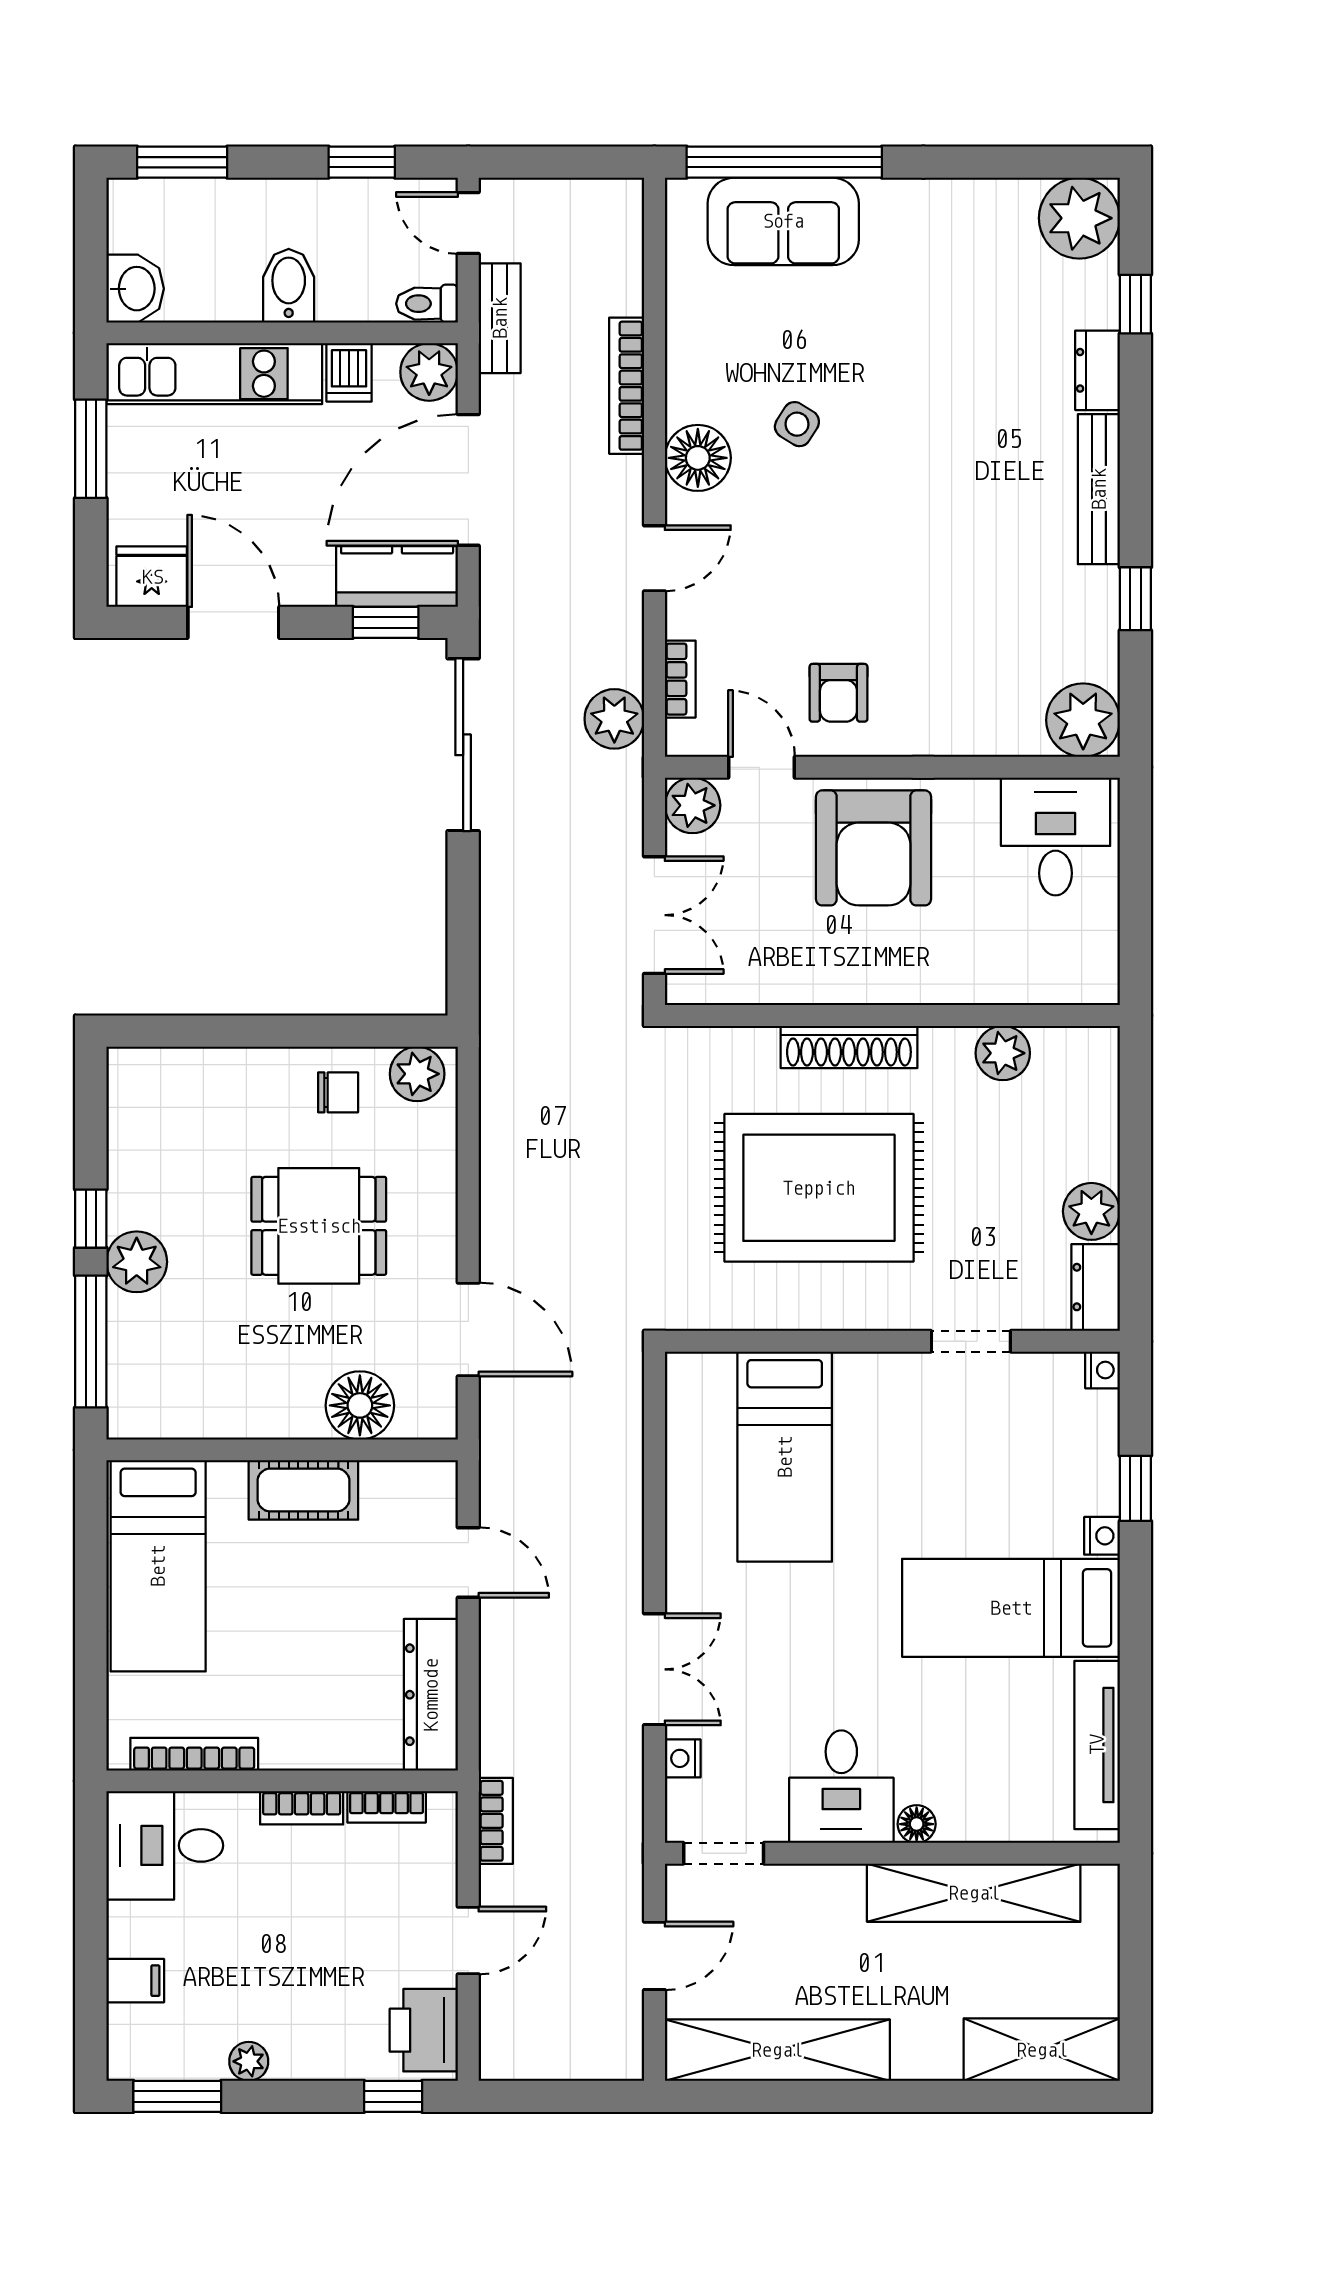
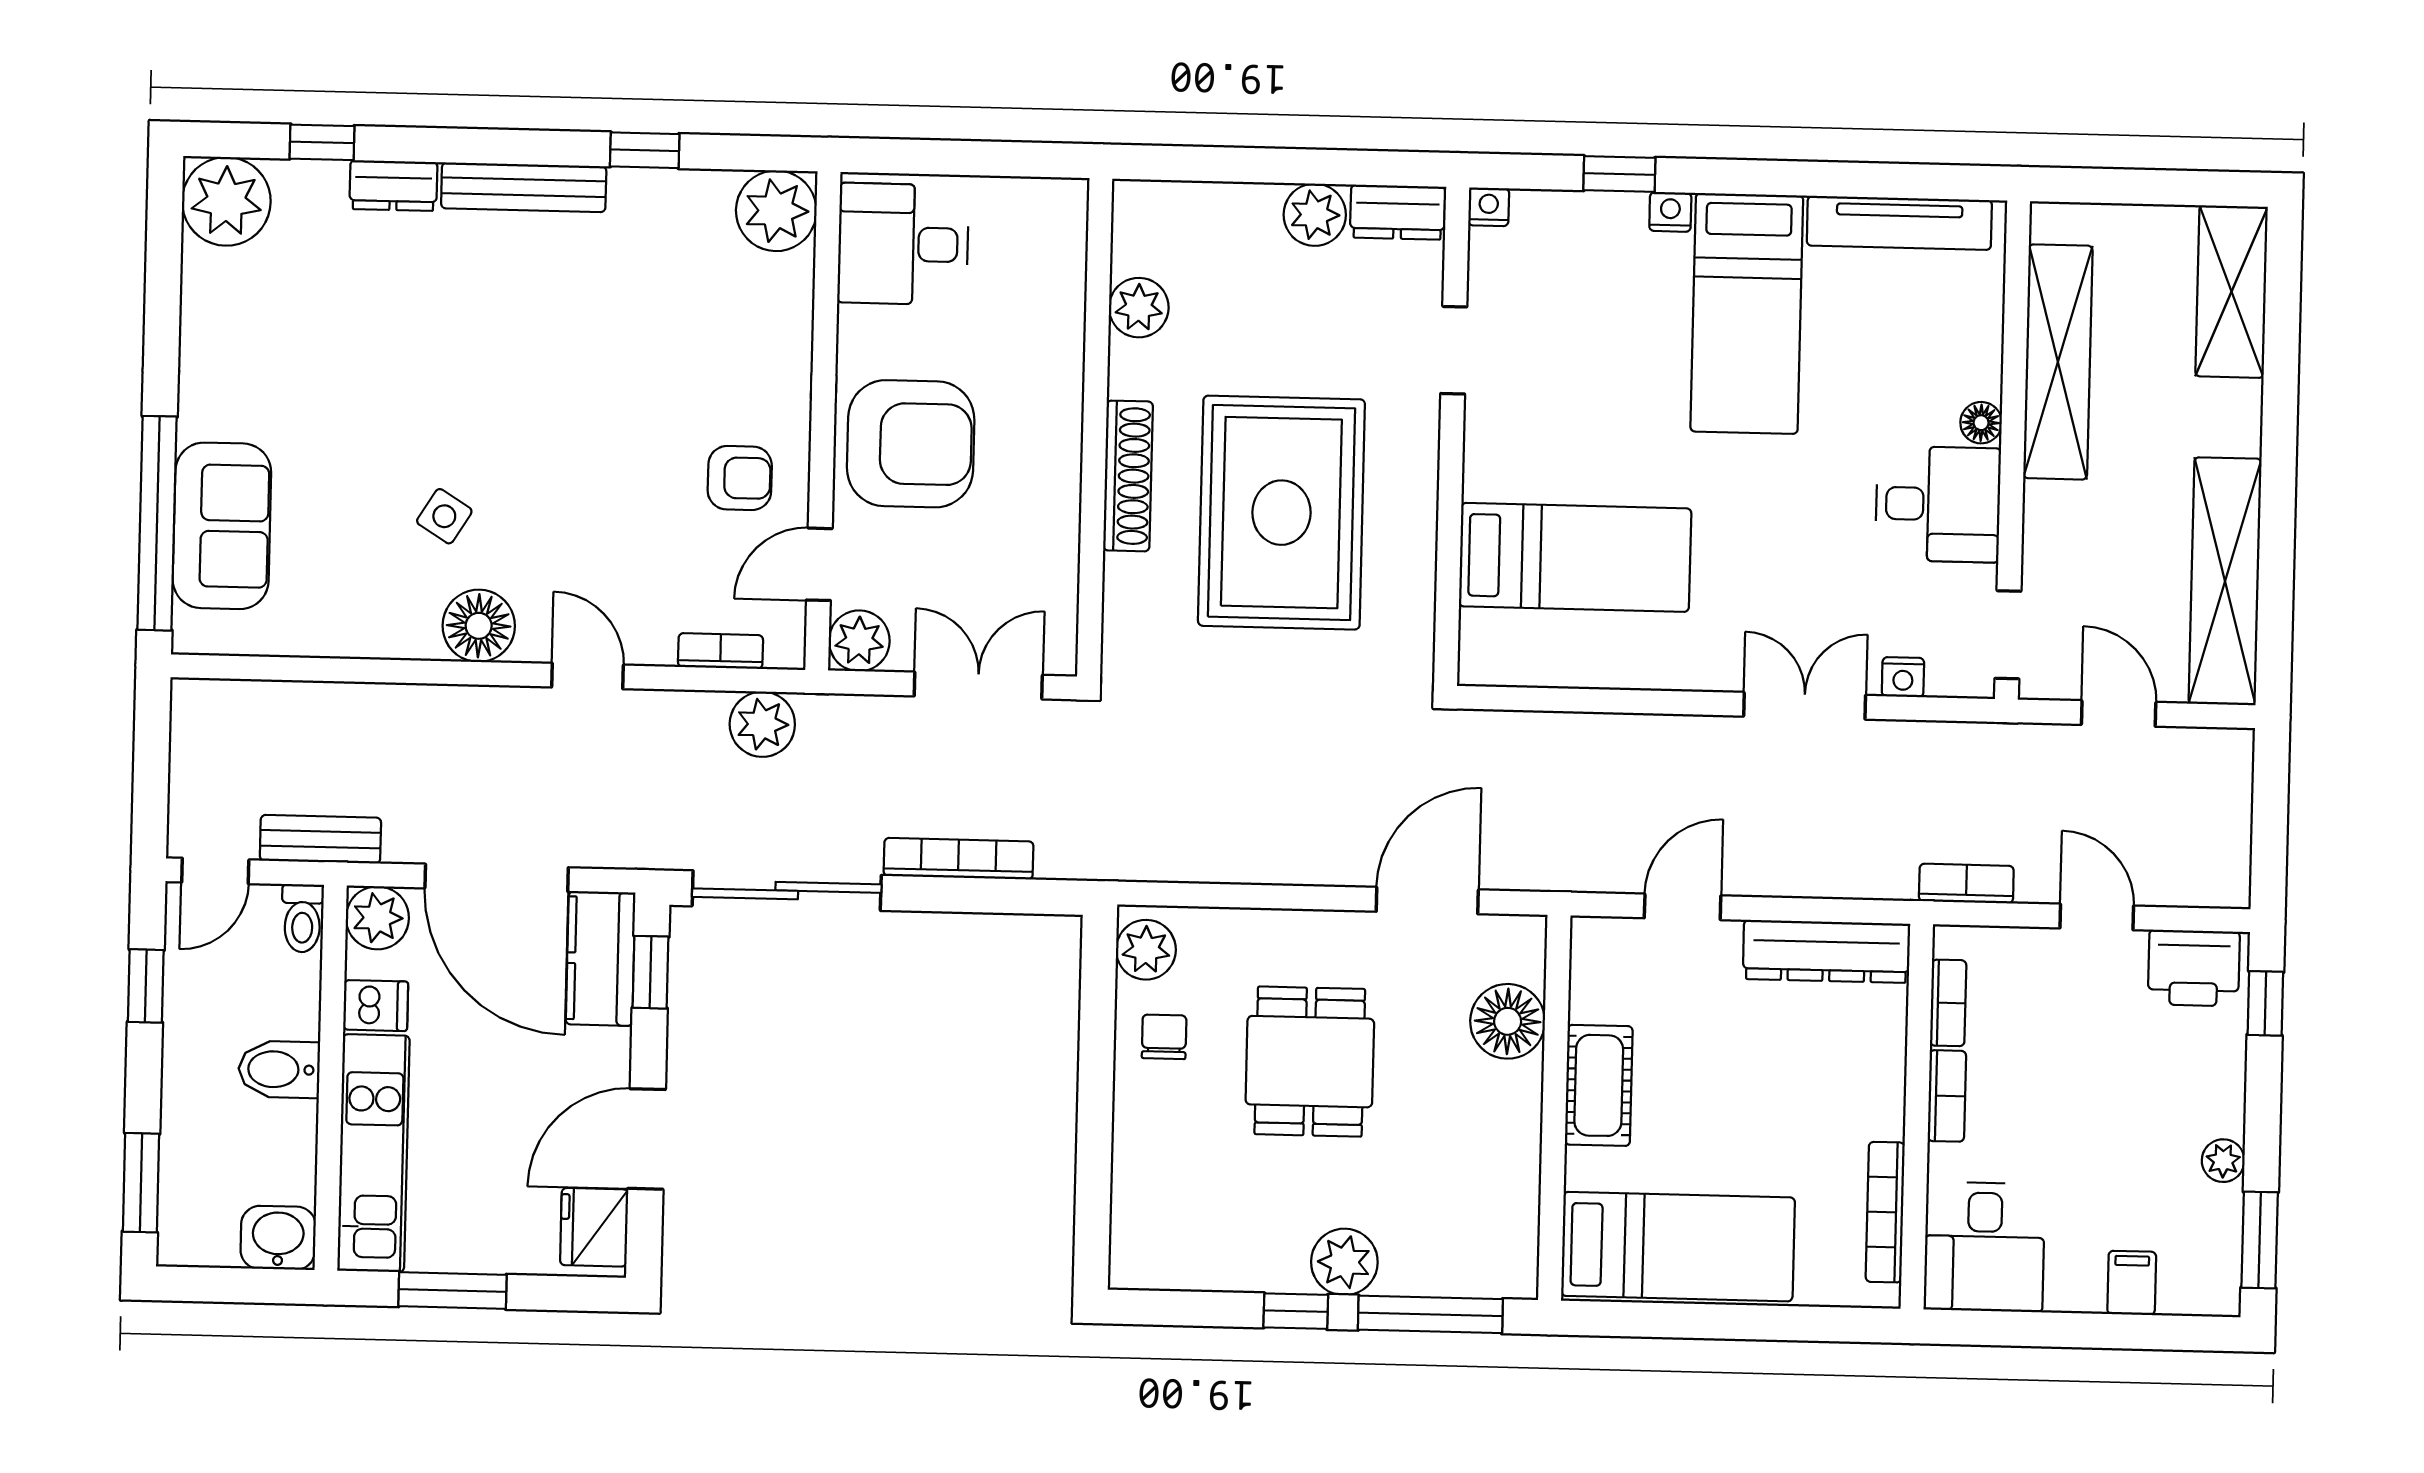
bookcase: (627, 386) -> (959, 859), moved, turned 180

